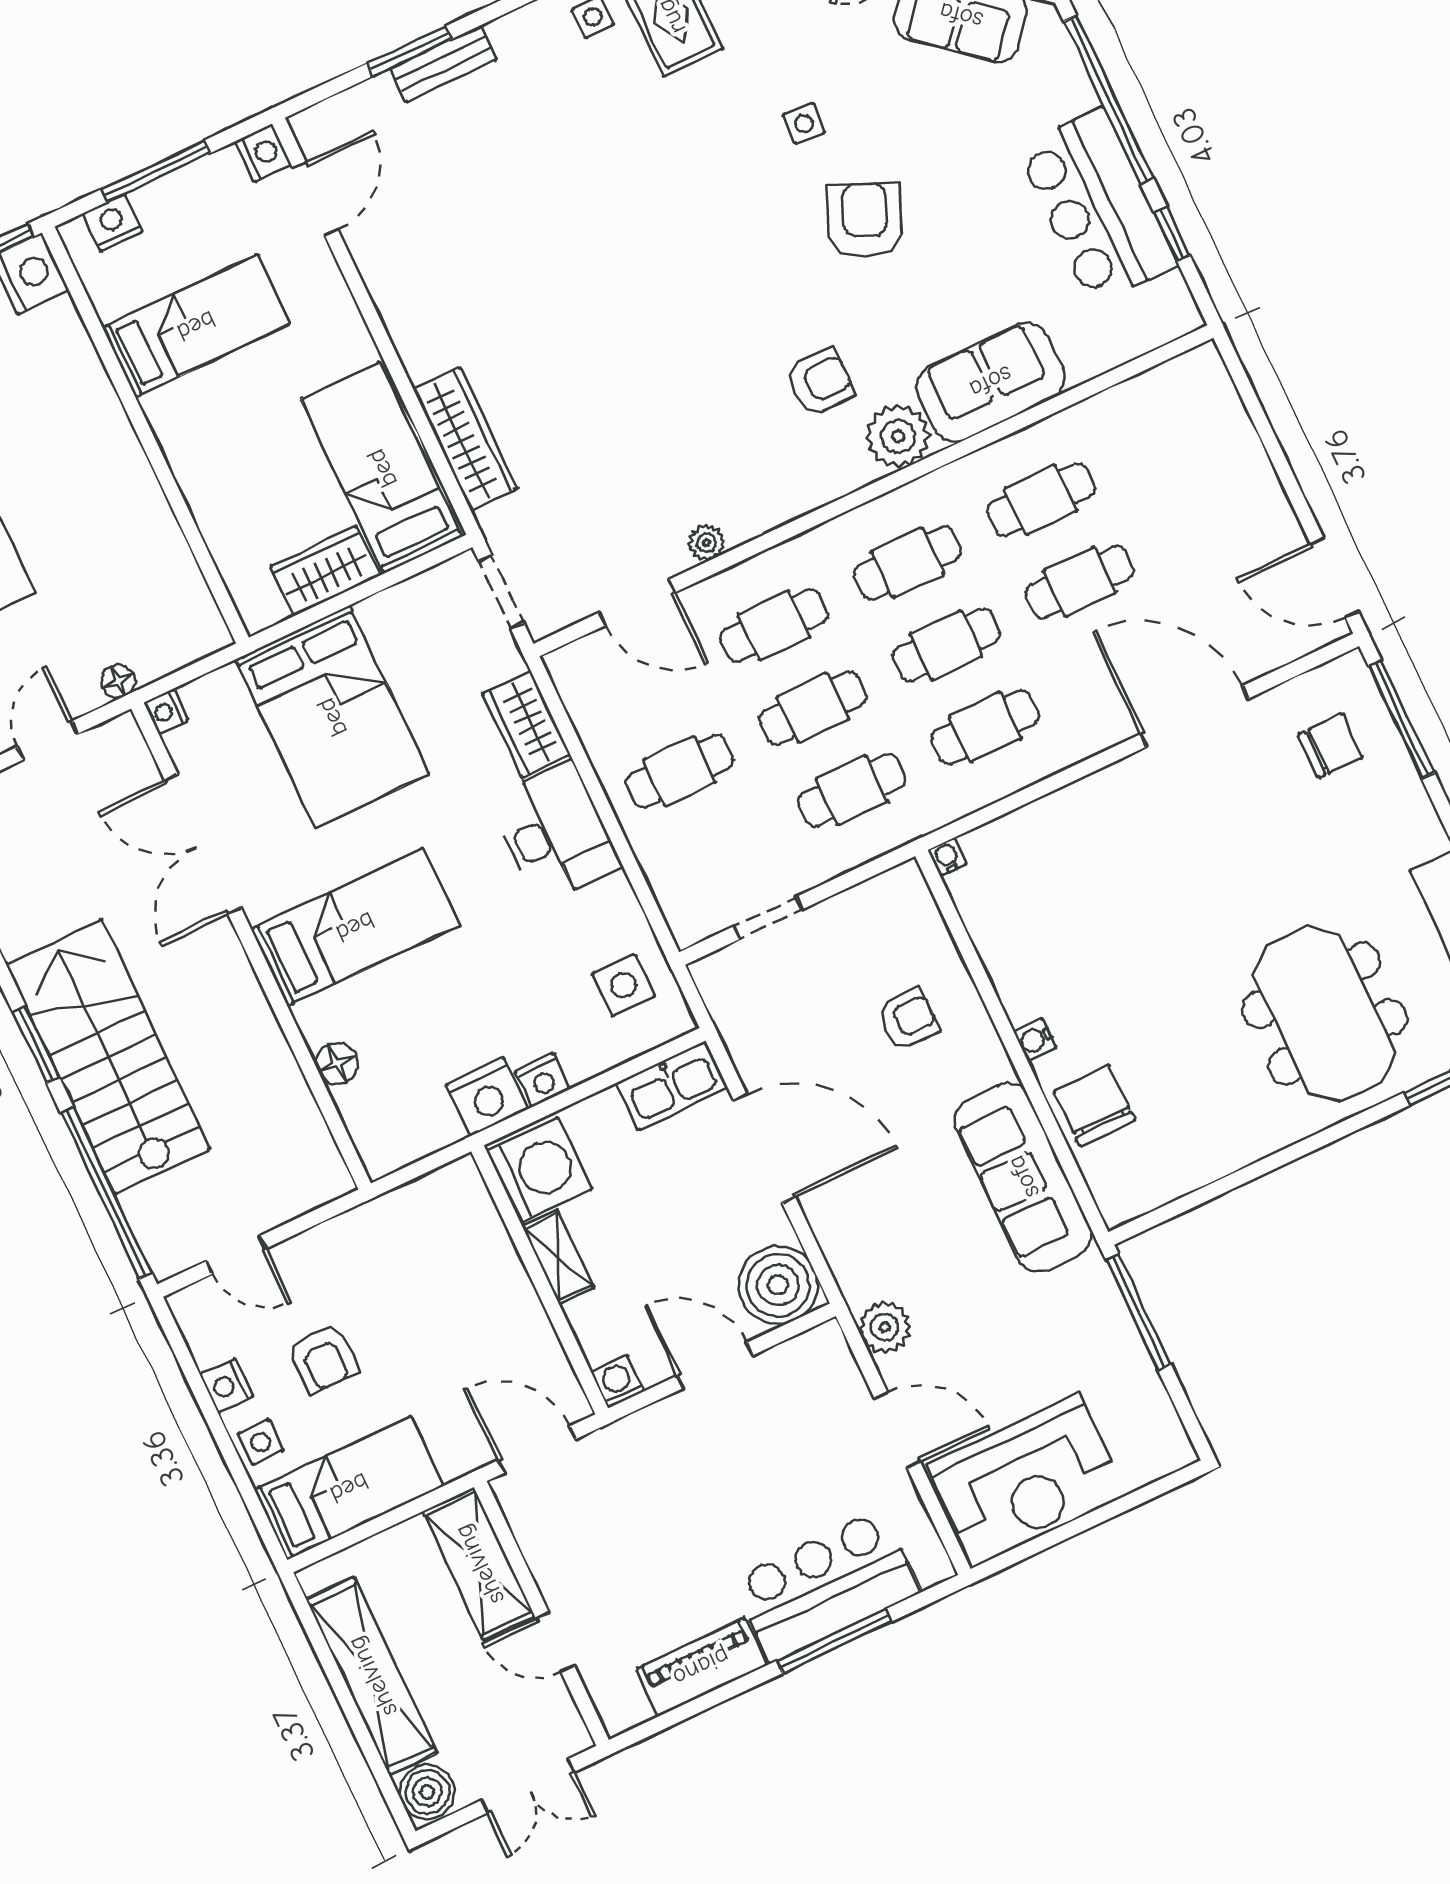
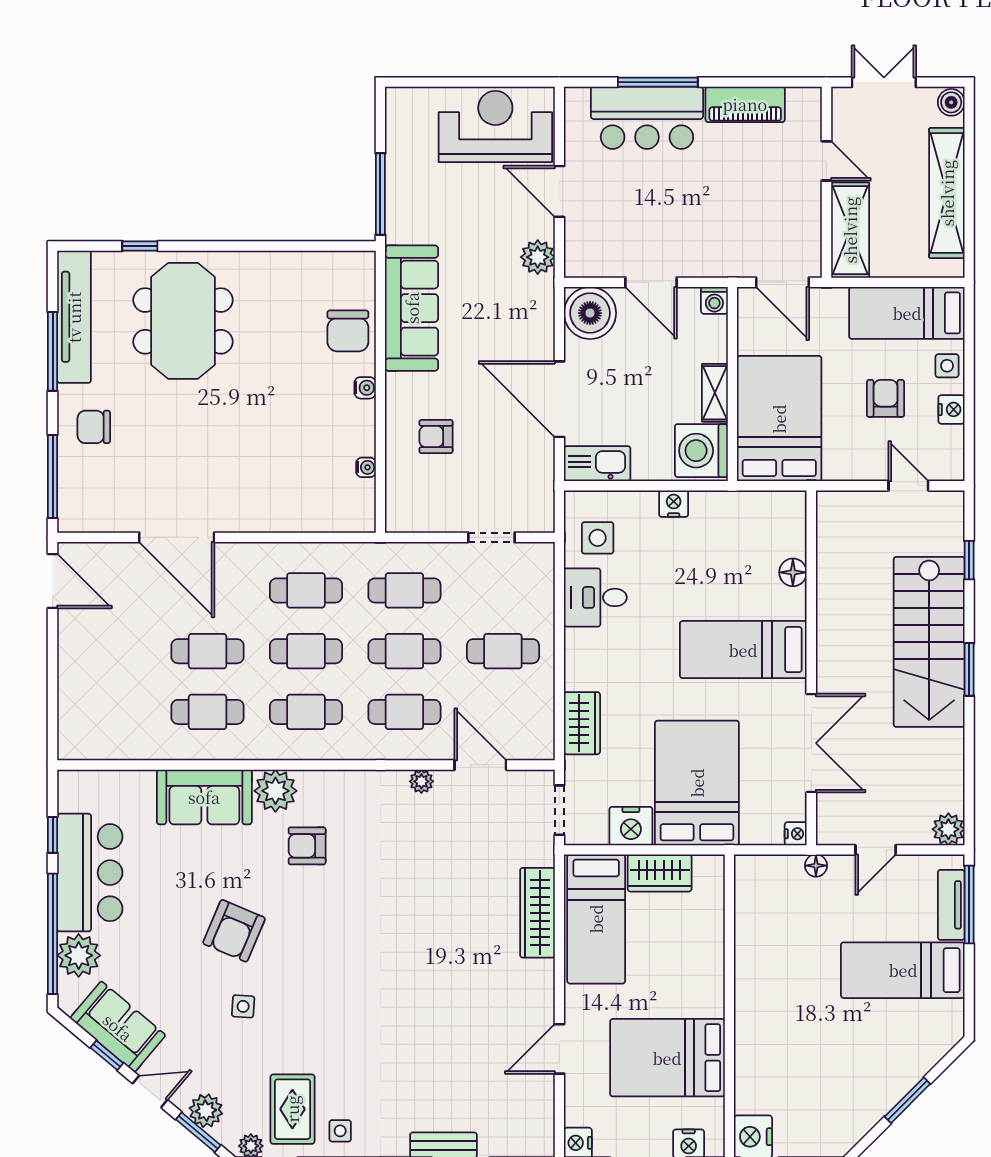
plant: (1059, 87) -> (79, 955), added
door: (315, 199) -> (559, 1049), moved
bed: (196, 326) -> (667, 1058), width x1.50
chair: (1330, 746) -> (94, 427), moved
desk: (555, 832) -> (595, 597), moved, width x0.73
water cooler: (947, 857) -> (366, 467), moved, turned -90
nightstand: (487, 1097) -> (631, 826), moved, turned 180
window: (106, 1193) -> (969, 560), width x0.32
bed: (454, 1263) -> (779, 419), added
boiler: (427, 1792) -> (951, 102), width x0.73, depth x0.73

